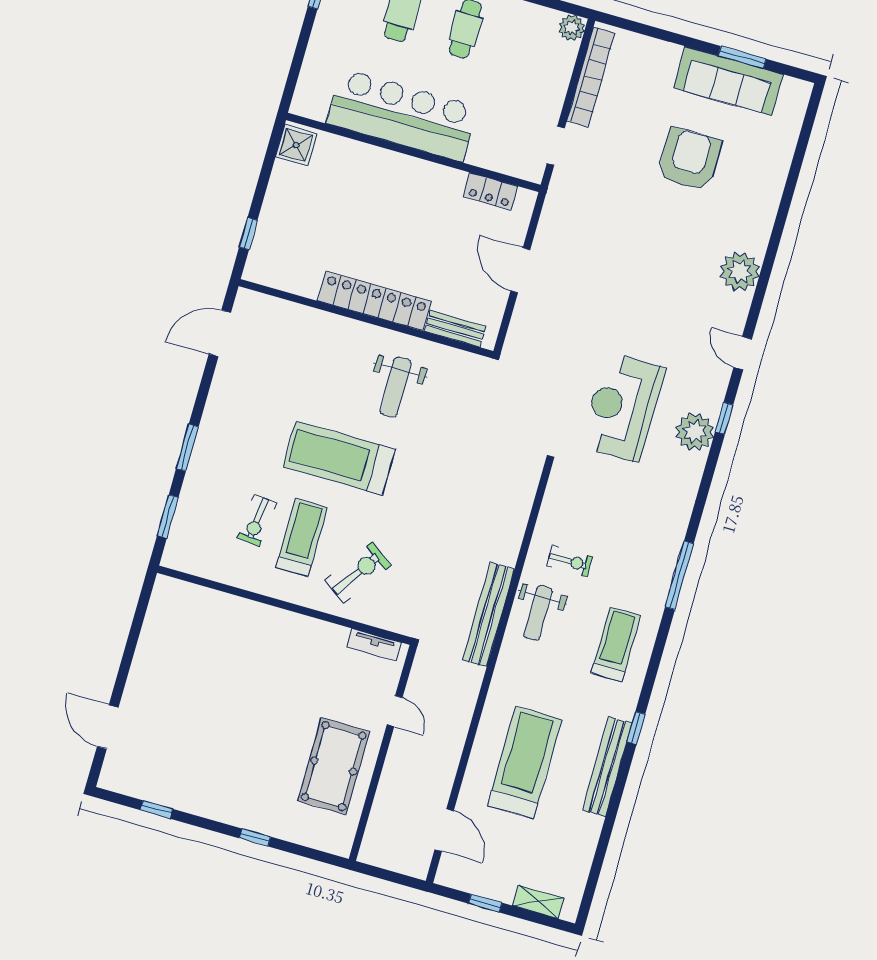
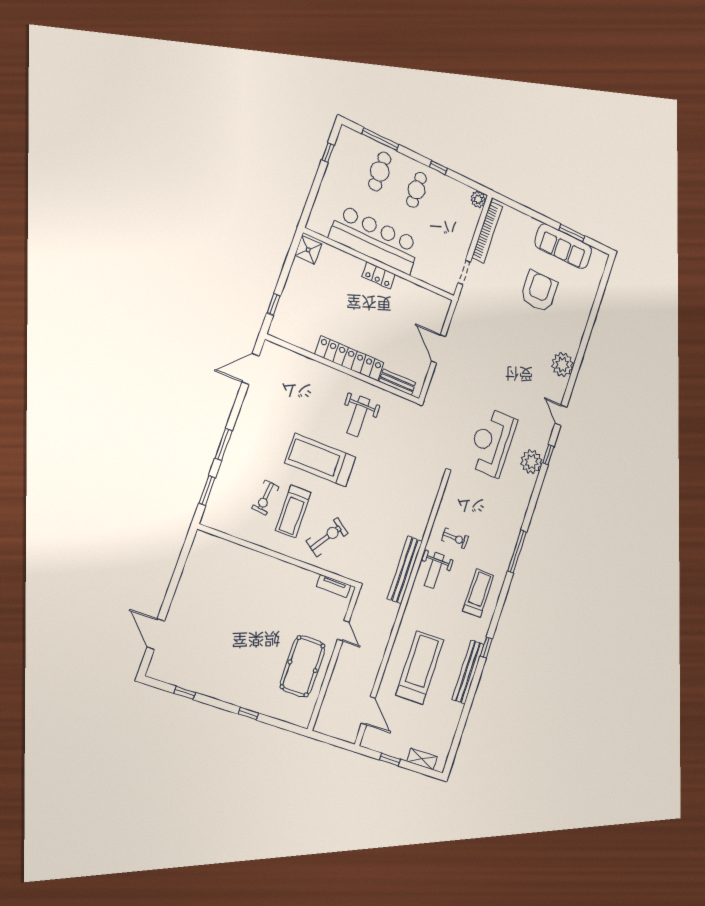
locker: (491, 191) -> (379, 275), moved
treadmill: (302, 538) -> (293, 511), turned 180

